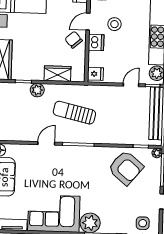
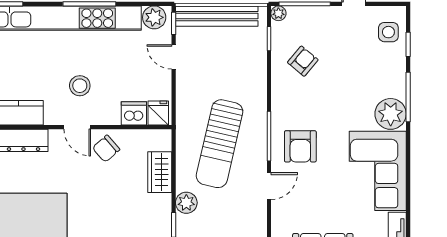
dishwasher: (96, 42) -> (134, 113), moved
sun lounger: (74, 113) -> (220, 144), width x1.36, depth x1.34
door: (46, 143) -> (269, 186), swing flipped
armchair: (71, 164) -> (300, 146), added
armchair: (126, 168) -> (303, 61), width x0.53, depth x0.53

